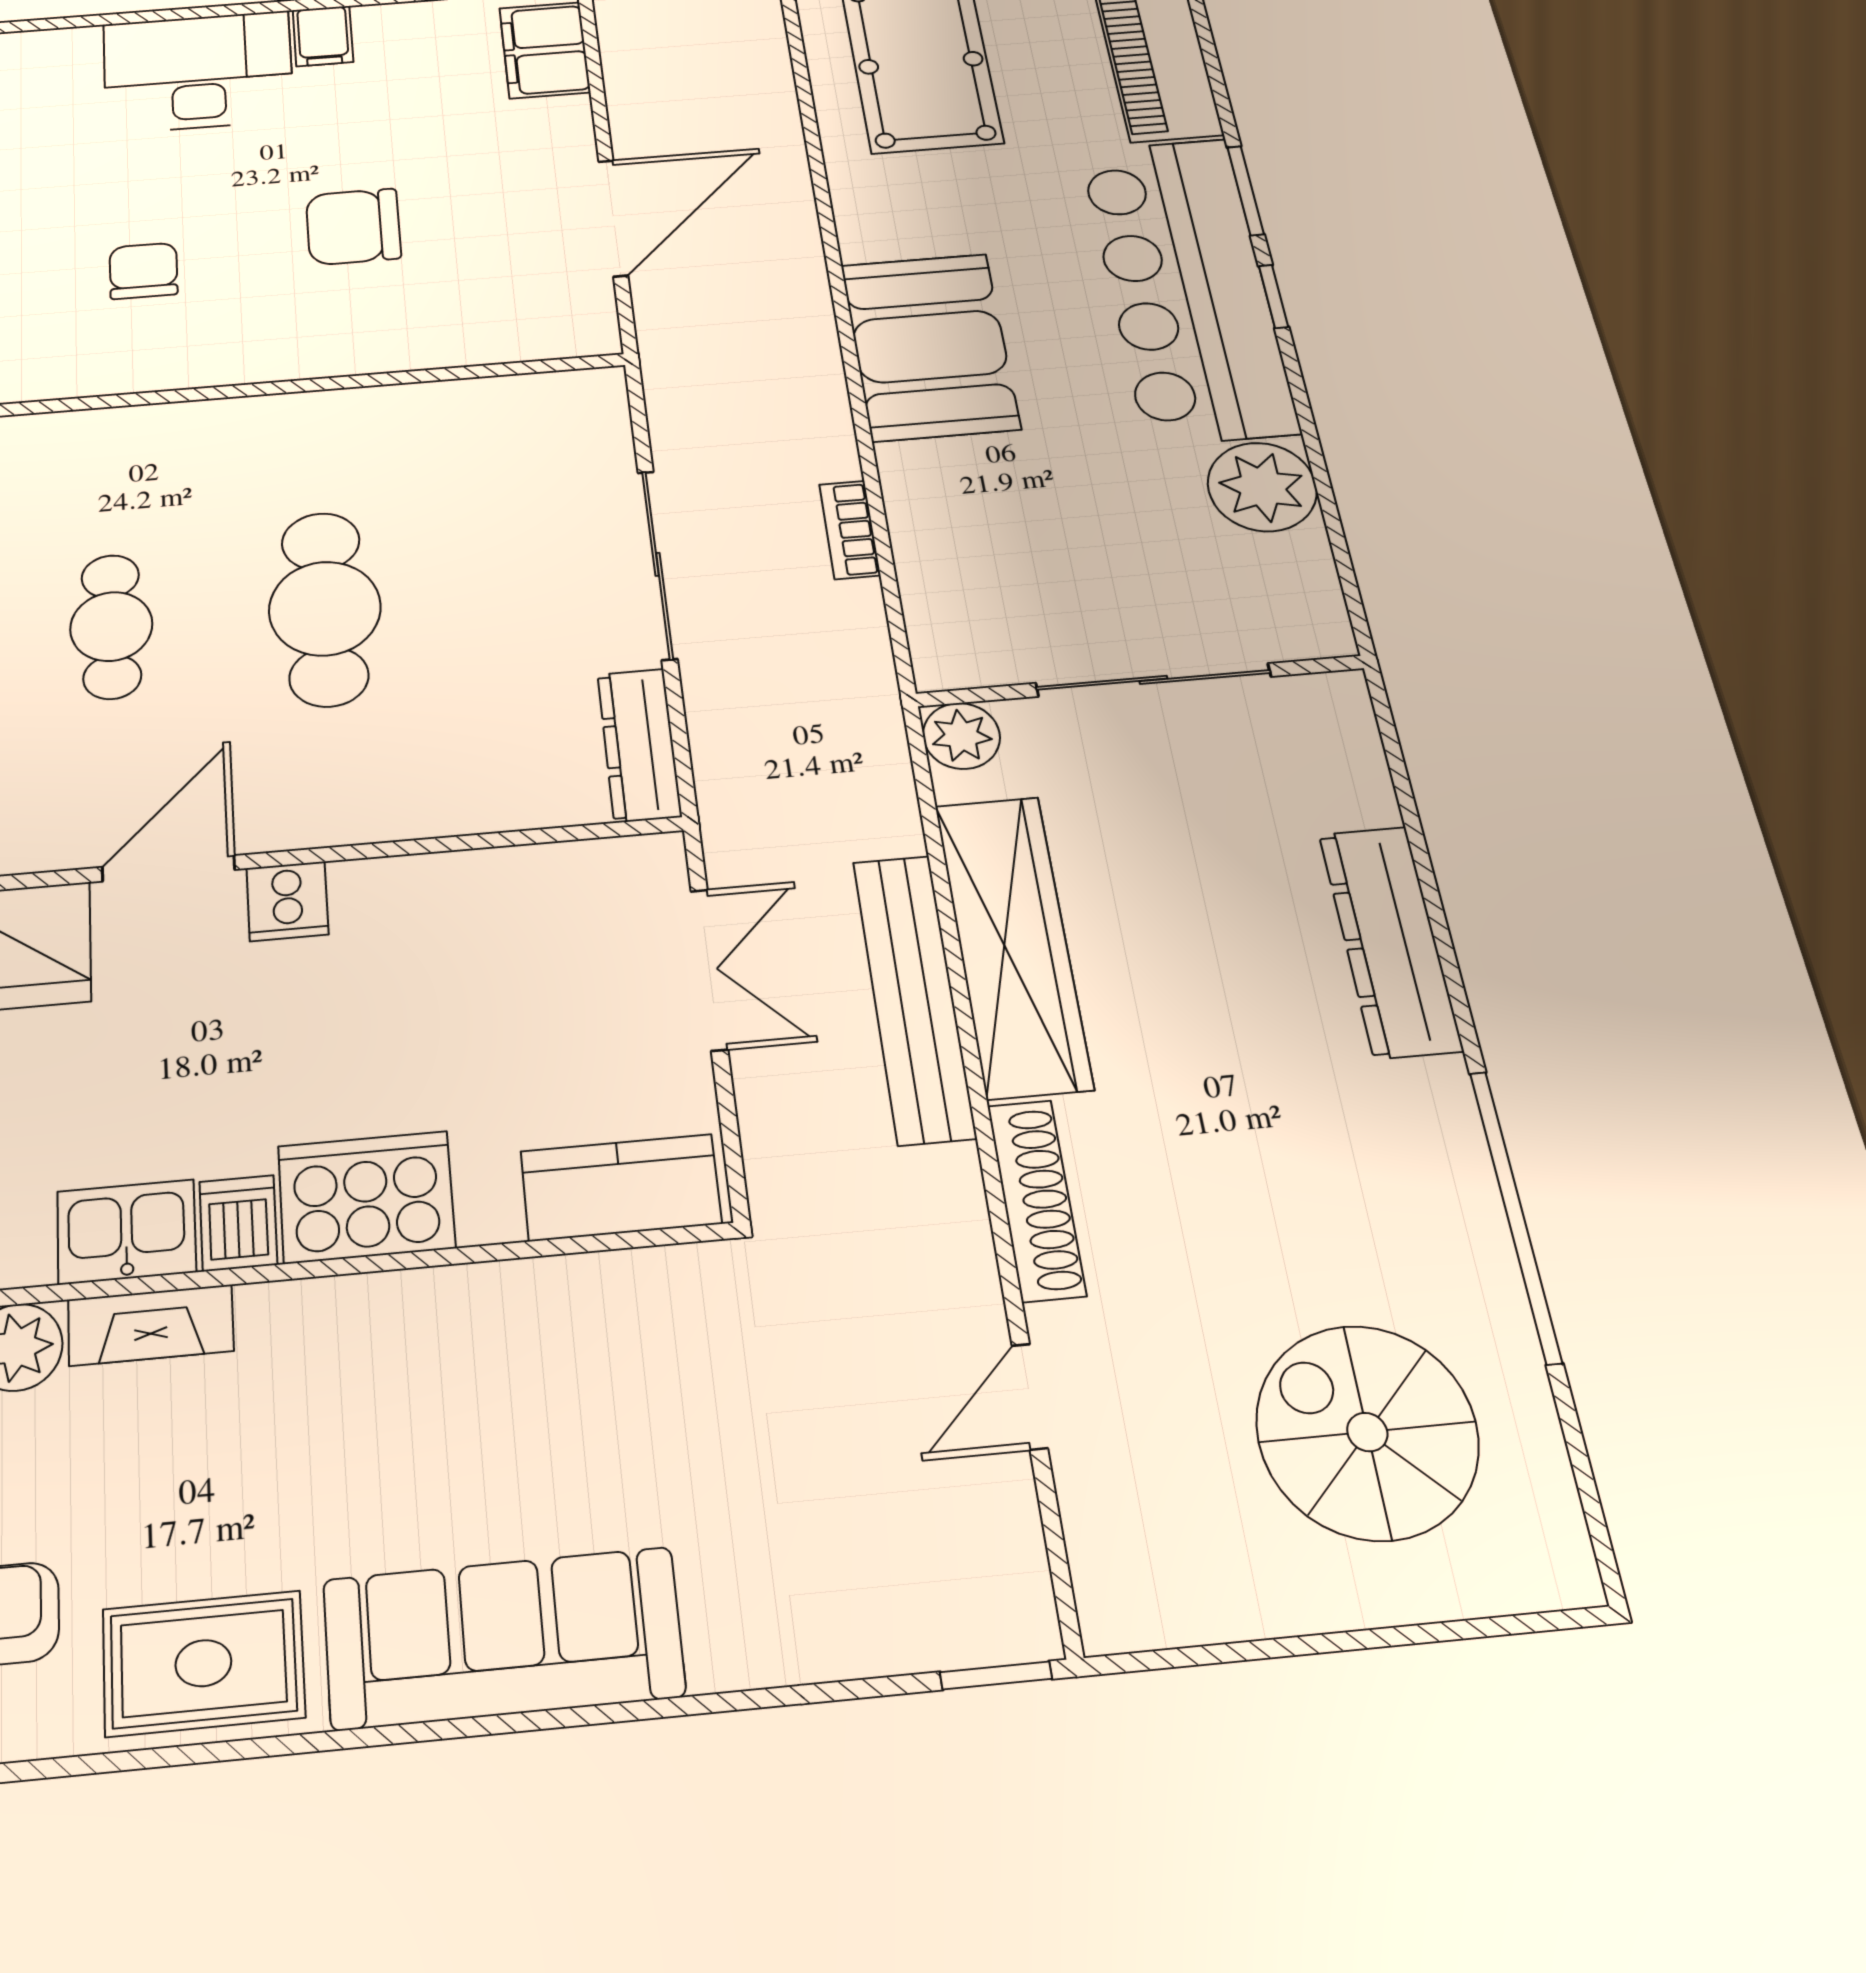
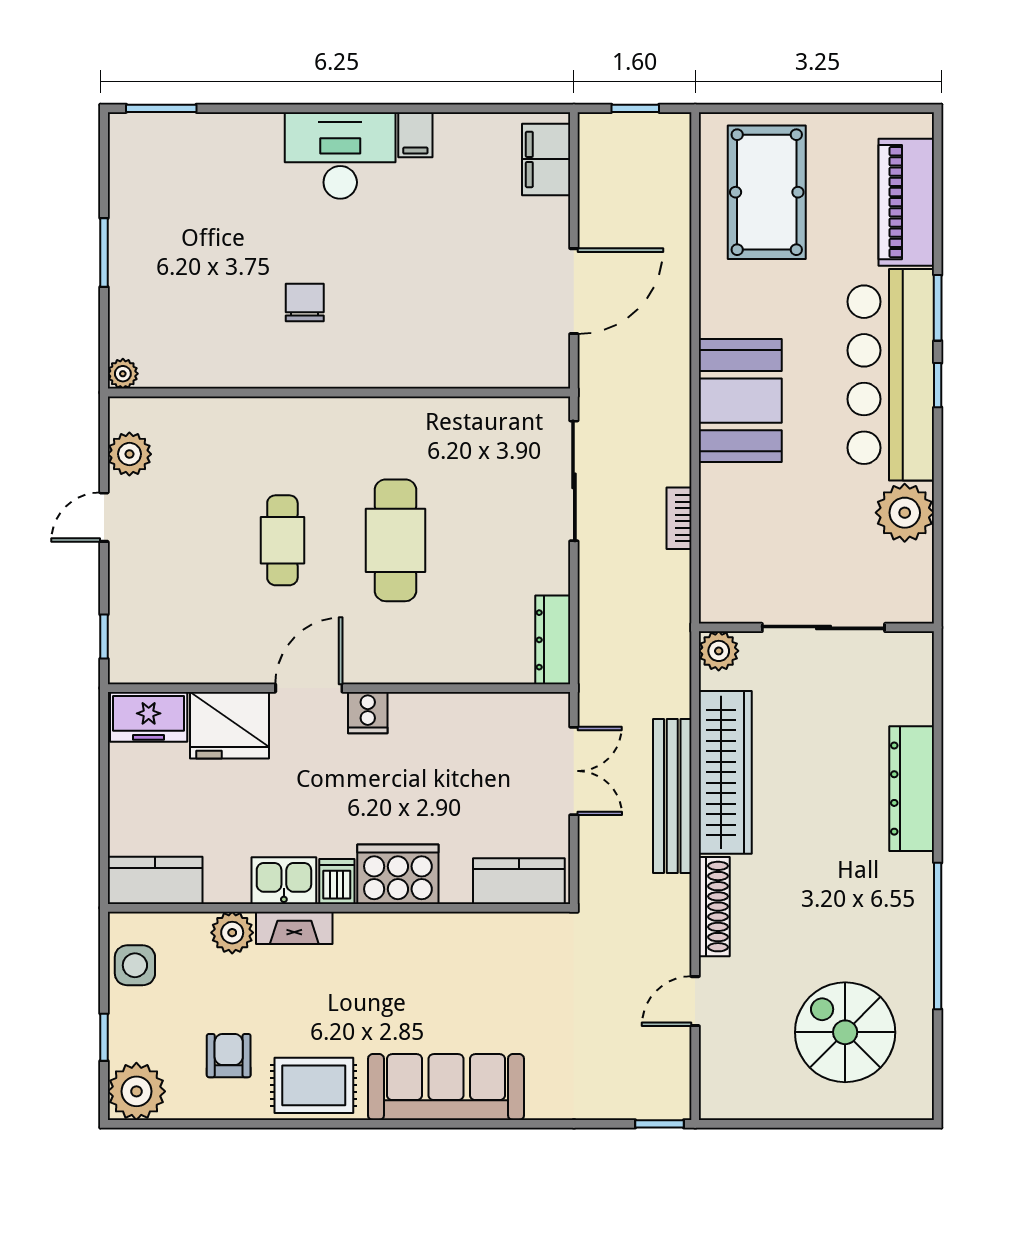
chair: (353, 227) -> (425, 282), removed
sliding door: (657, 564) -> (574, 481), moved

